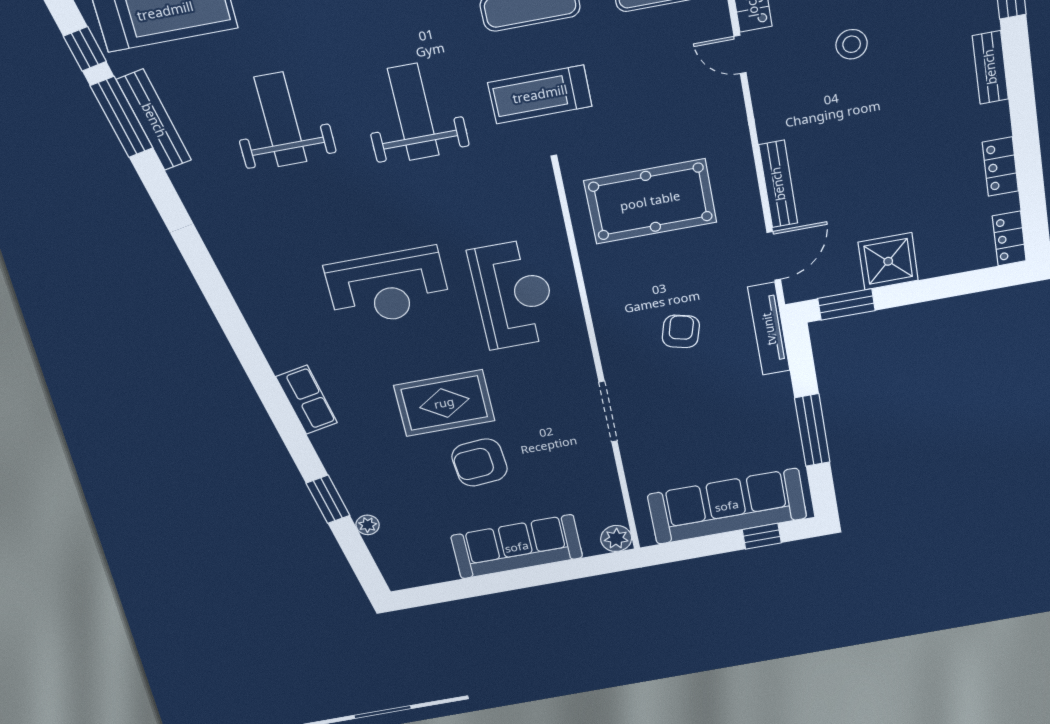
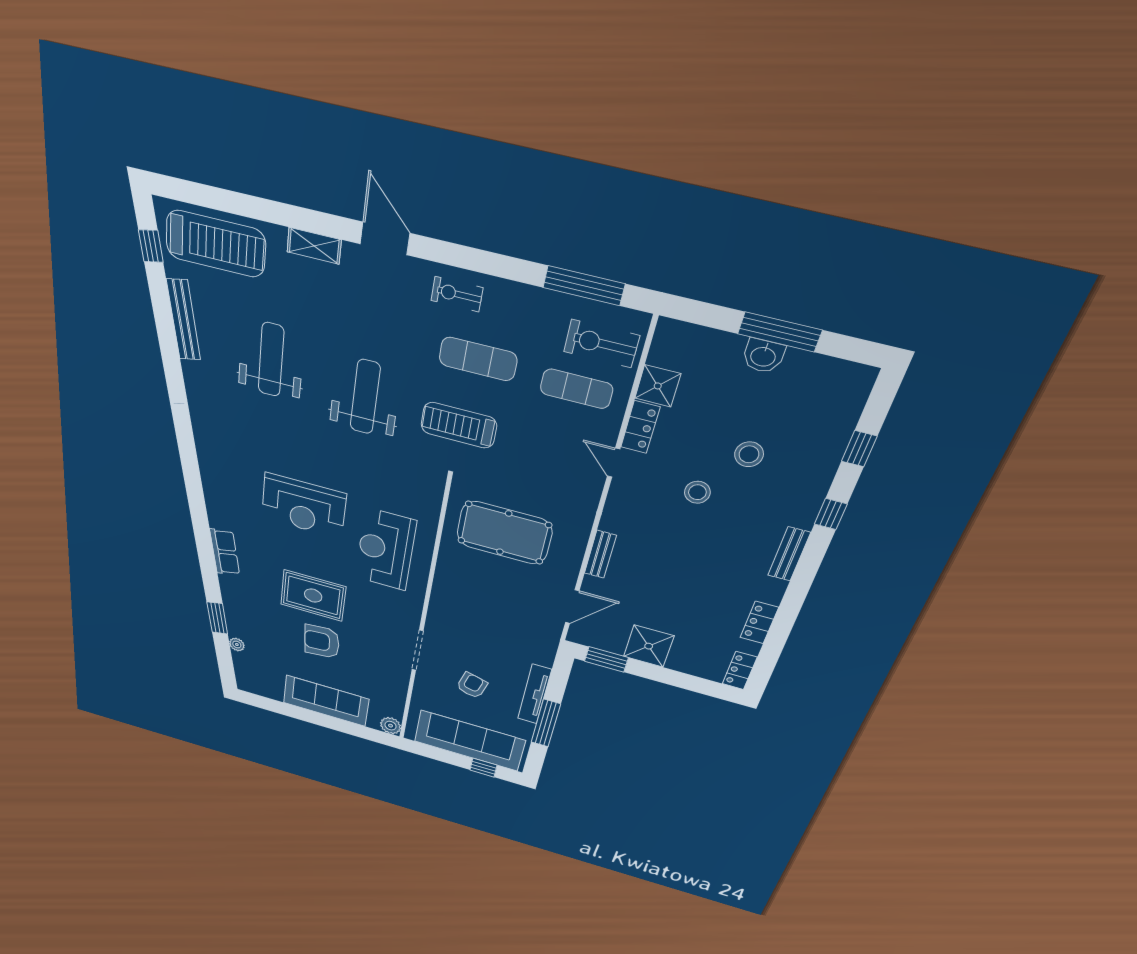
window: (122, 117) -> (162, 308), removed
bench: (778, 184) -> (600, 554), width x0.73
reception desk: (513, 294) -> (386, 549), turned 180
tv unit: (769, 329) -> (534, 694), moved
armchair: (681, 331) -> (472, 685), moved

